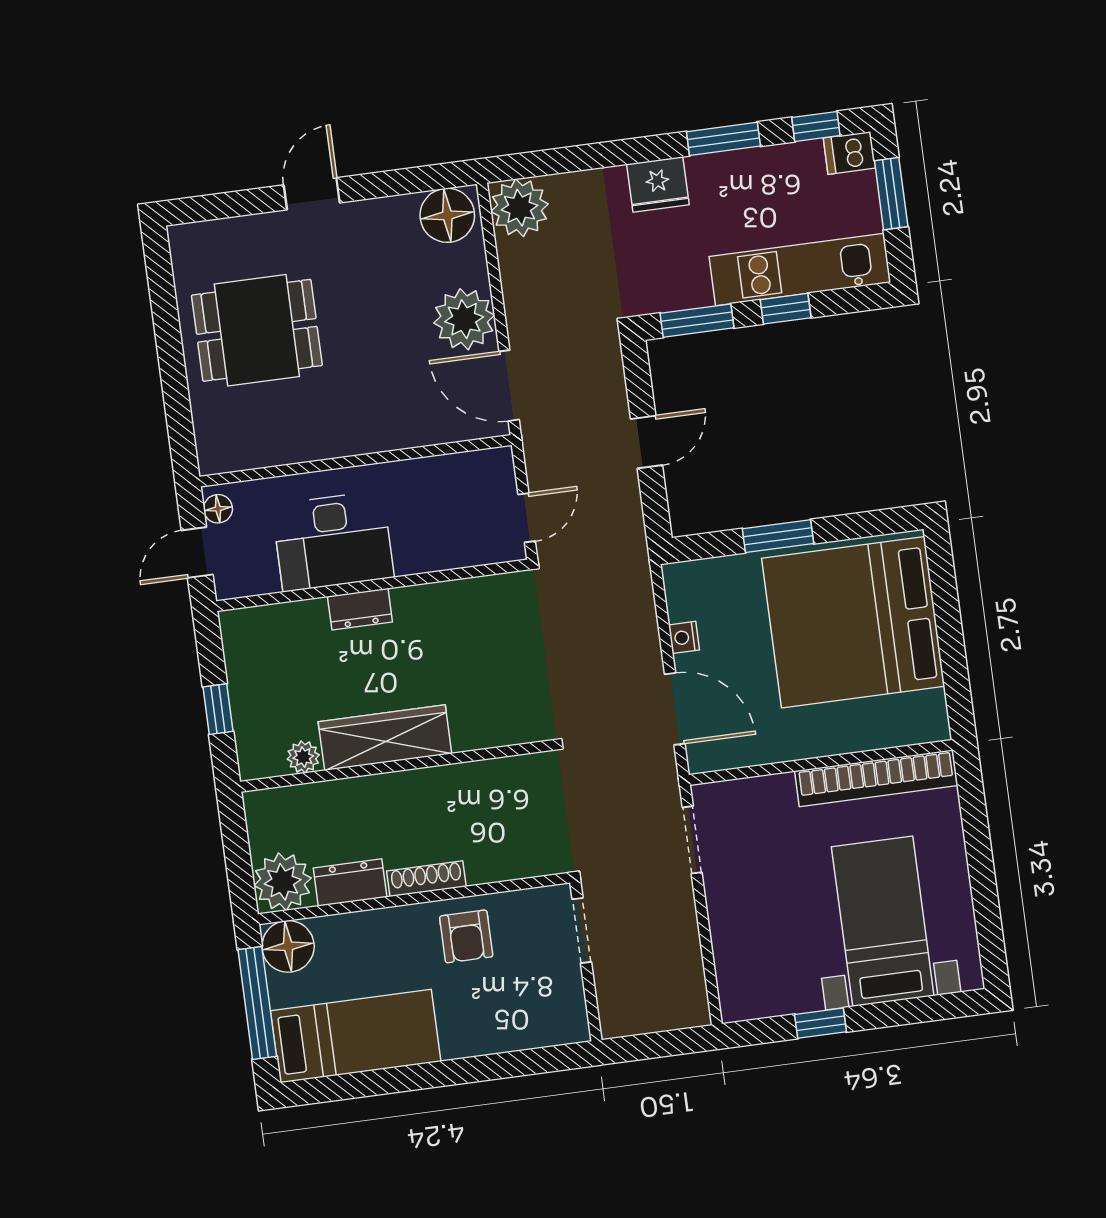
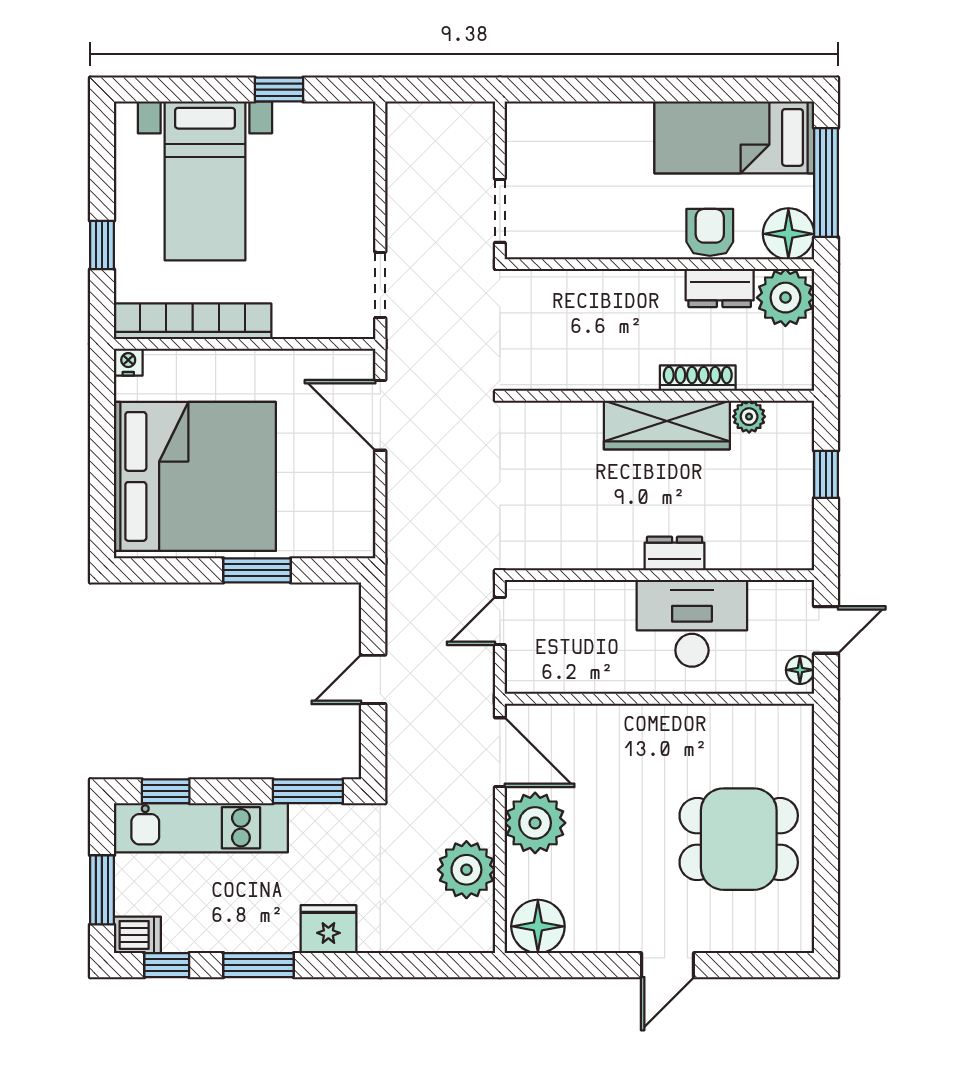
plant: (520, 208) -> (466, 870), moved
window: (786, 309) -> (166, 791), moved
nightstand: (684, 637) -> (128, 362), moved, turned -90
window: (978, 843) -> (102, 245), added
shoe rack: (426, 879) -> (698, 378), moved, turned 180
armchair: (466, 936) -> (710, 232), moved

